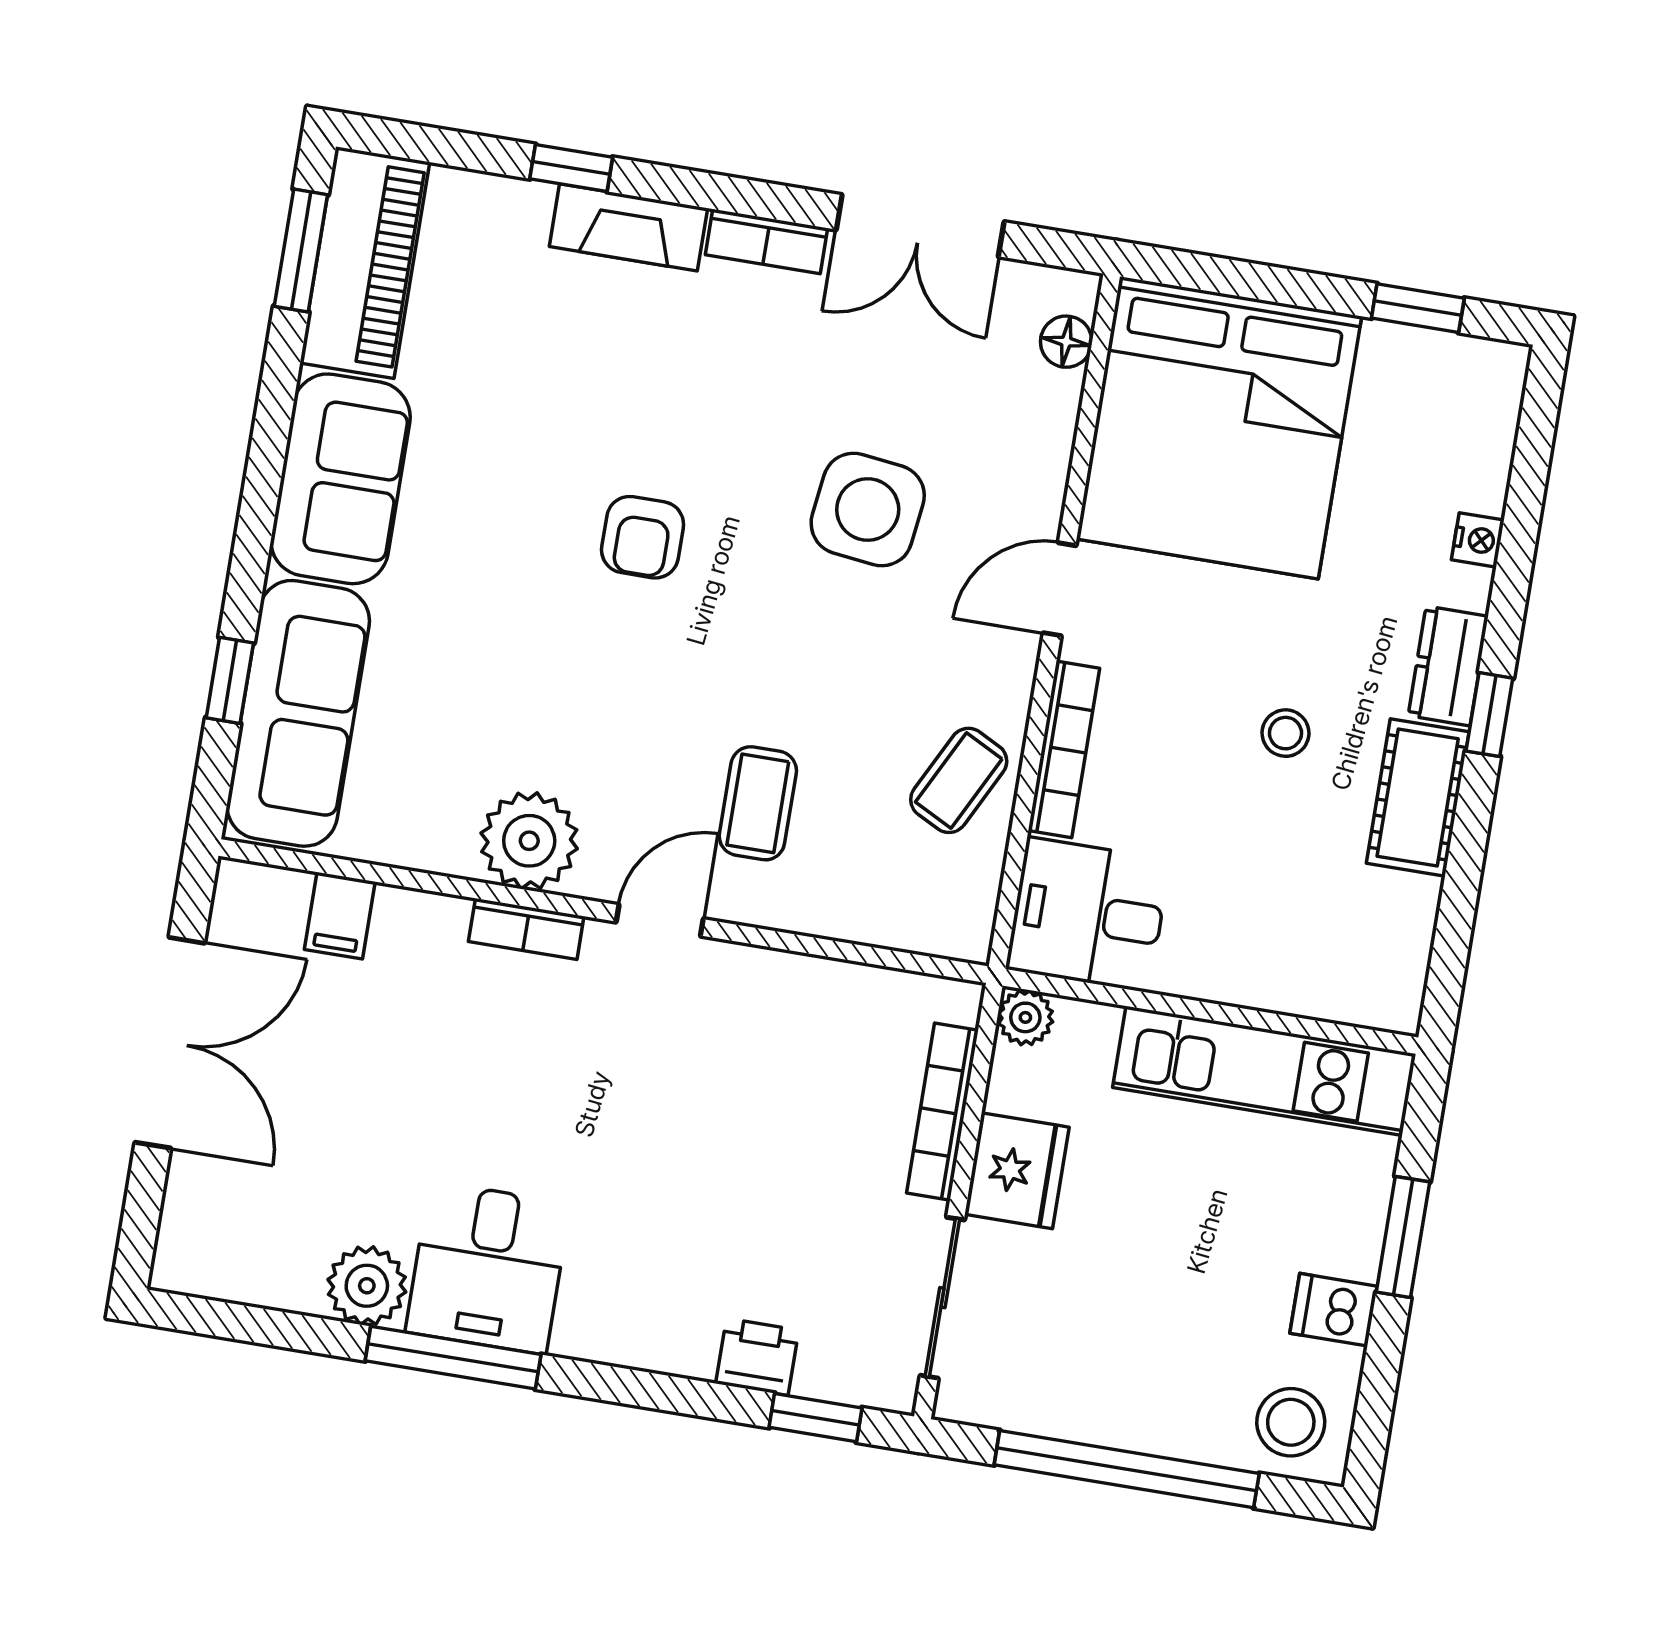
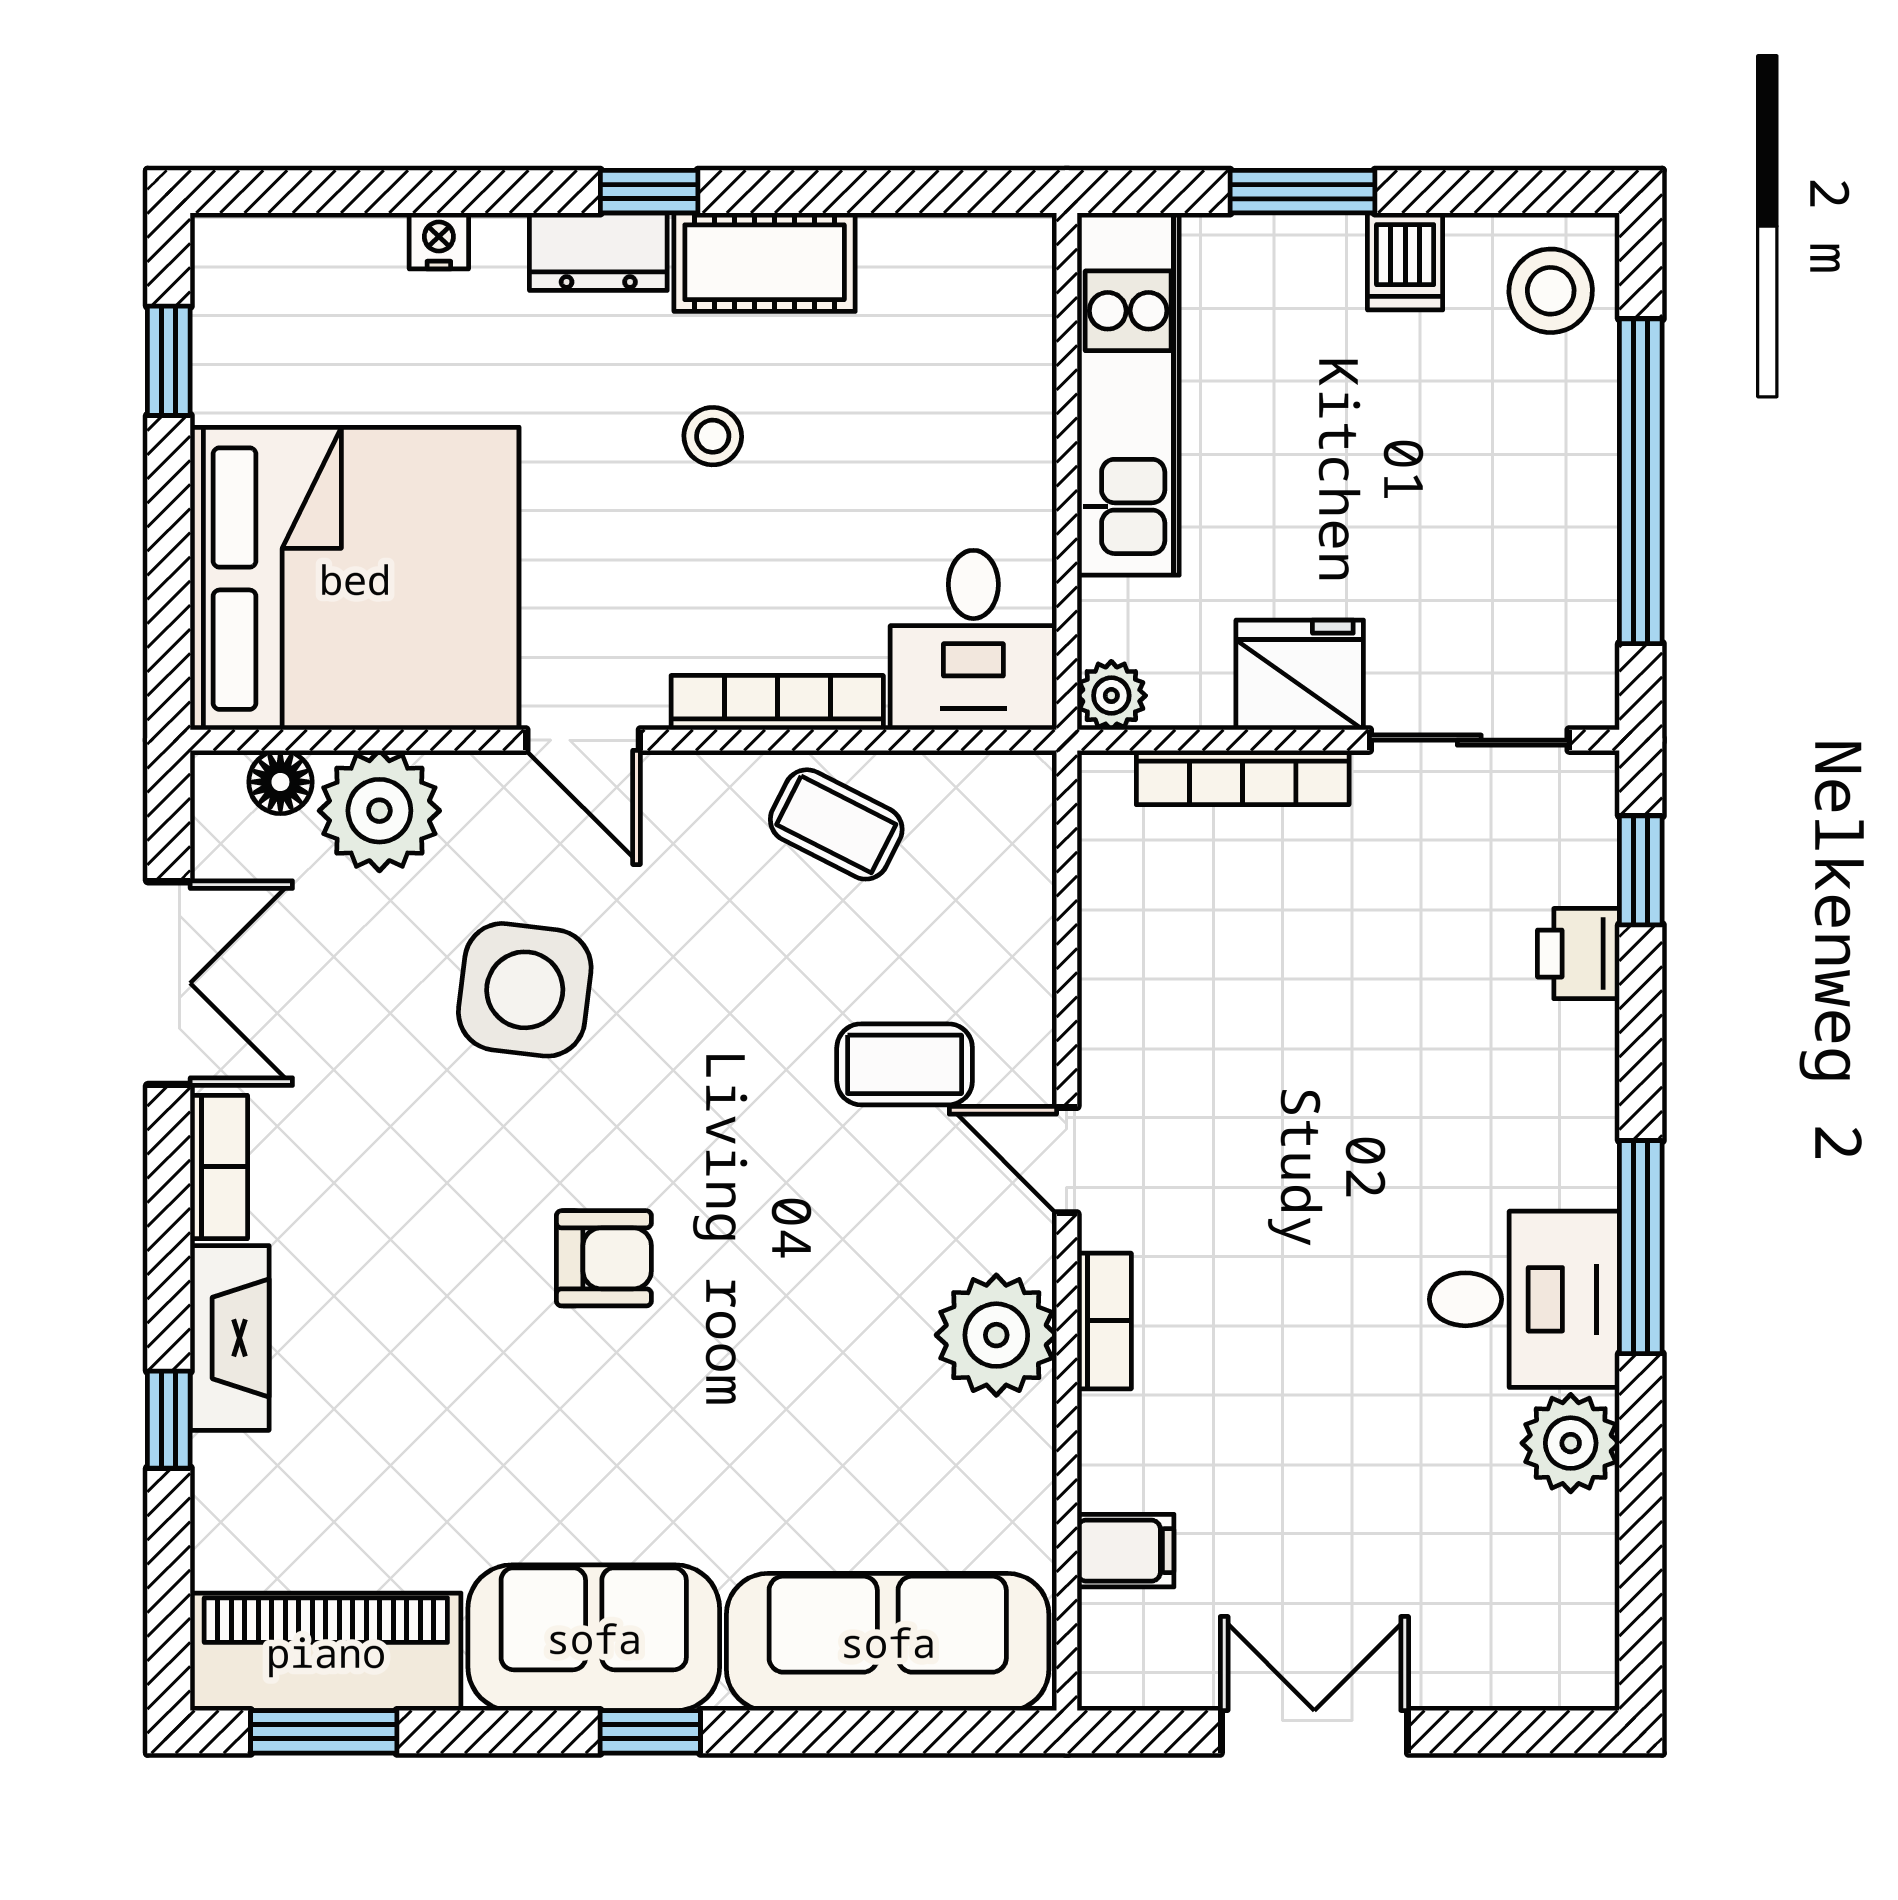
plant: (1030, 417) -> (379, 811), added
window: (230, 680) -> (650, 1732), moved
double door: (170, 1043) -> (1314, 1732), width x0.73
window: (453, 1358) -> (1641, 1247), moved

